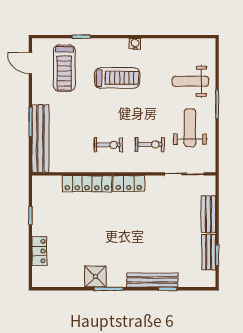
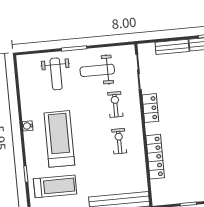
treadmill: (117, 78) -> (59, 139), width x1.37, depth x1.38
locker: (129, 183) -> (150, 108), moved

